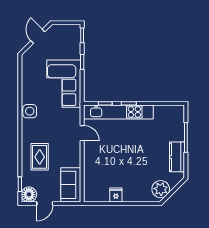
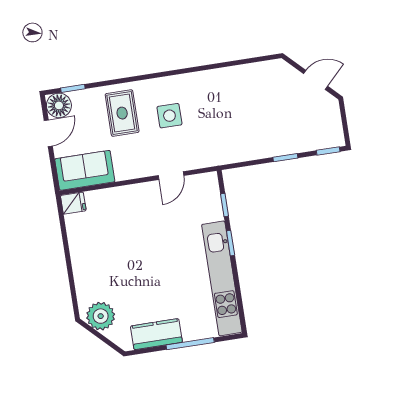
corner sofa: (64, 84) -> (246, 134), removed
side table: (30, 111) -> (169, 116), moved
kitchen unit: (118, 112) -> (222, 278), moved
rug: (40, 157) -> (122, 113), turned 90
fridge: (116, 195) -> (73, 203), moved
door: (45, 203) -> (48, 133), swing flipped

